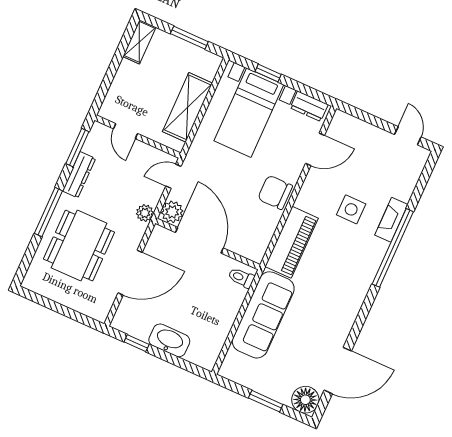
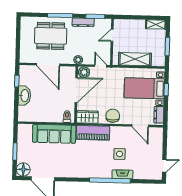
wardrobe: (258, 240) -> (87, 117), added

